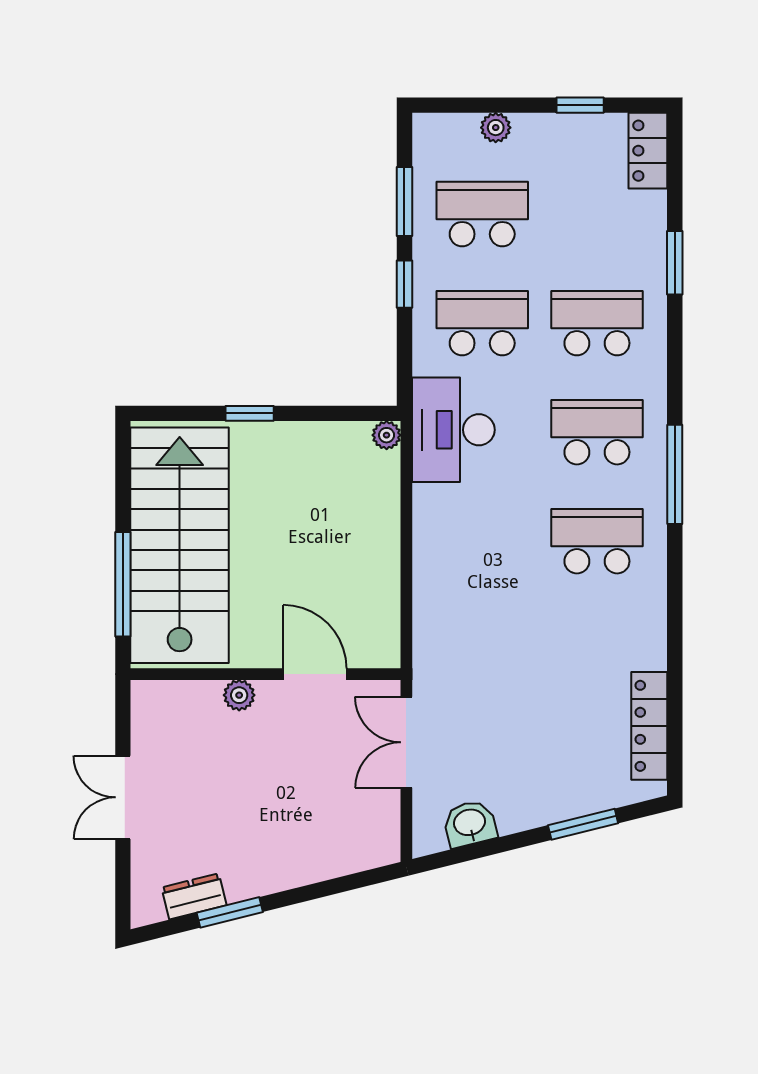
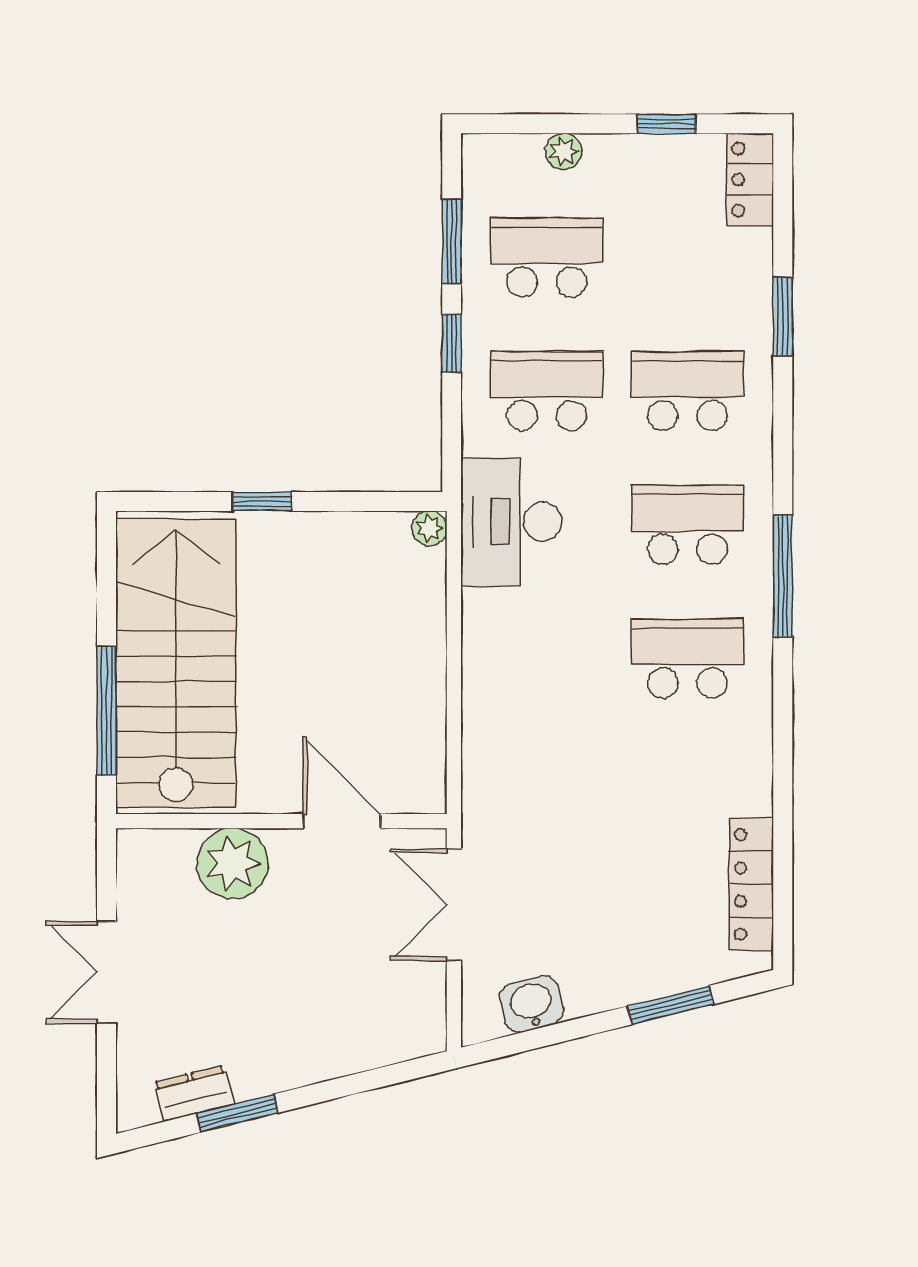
plant: (239, 695) -> (232, 863), width x1.88, depth x1.88

